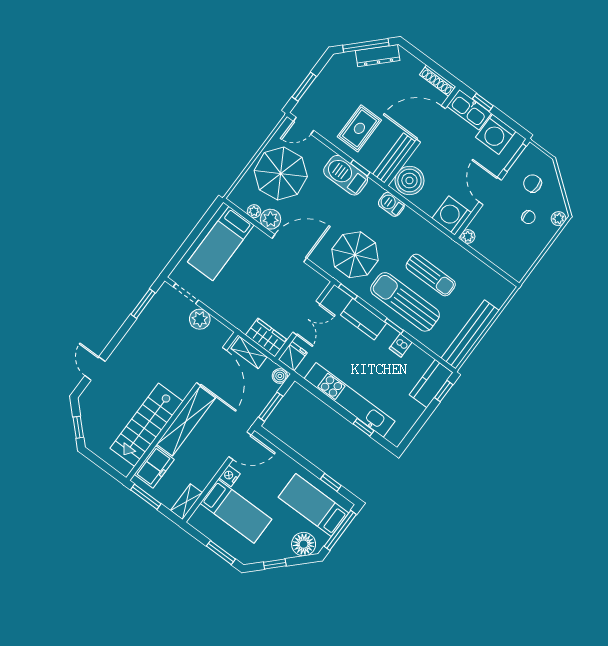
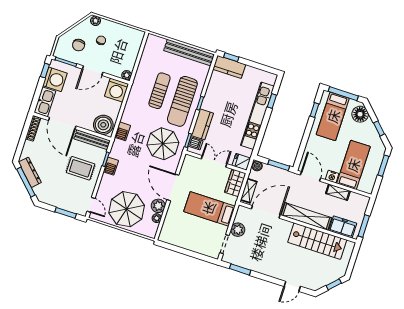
window: (483, 102) -> (45, 71), moved
barbecue: (346, 175) -> (111, 166), width x0.53, depth x0.65
bed: (221, 243) -> (209, 209), moved, turned 180
dishwasher: (401, 345) -> (195, 143), moved
shelving: (186, 502) -> (338, 192), moved

